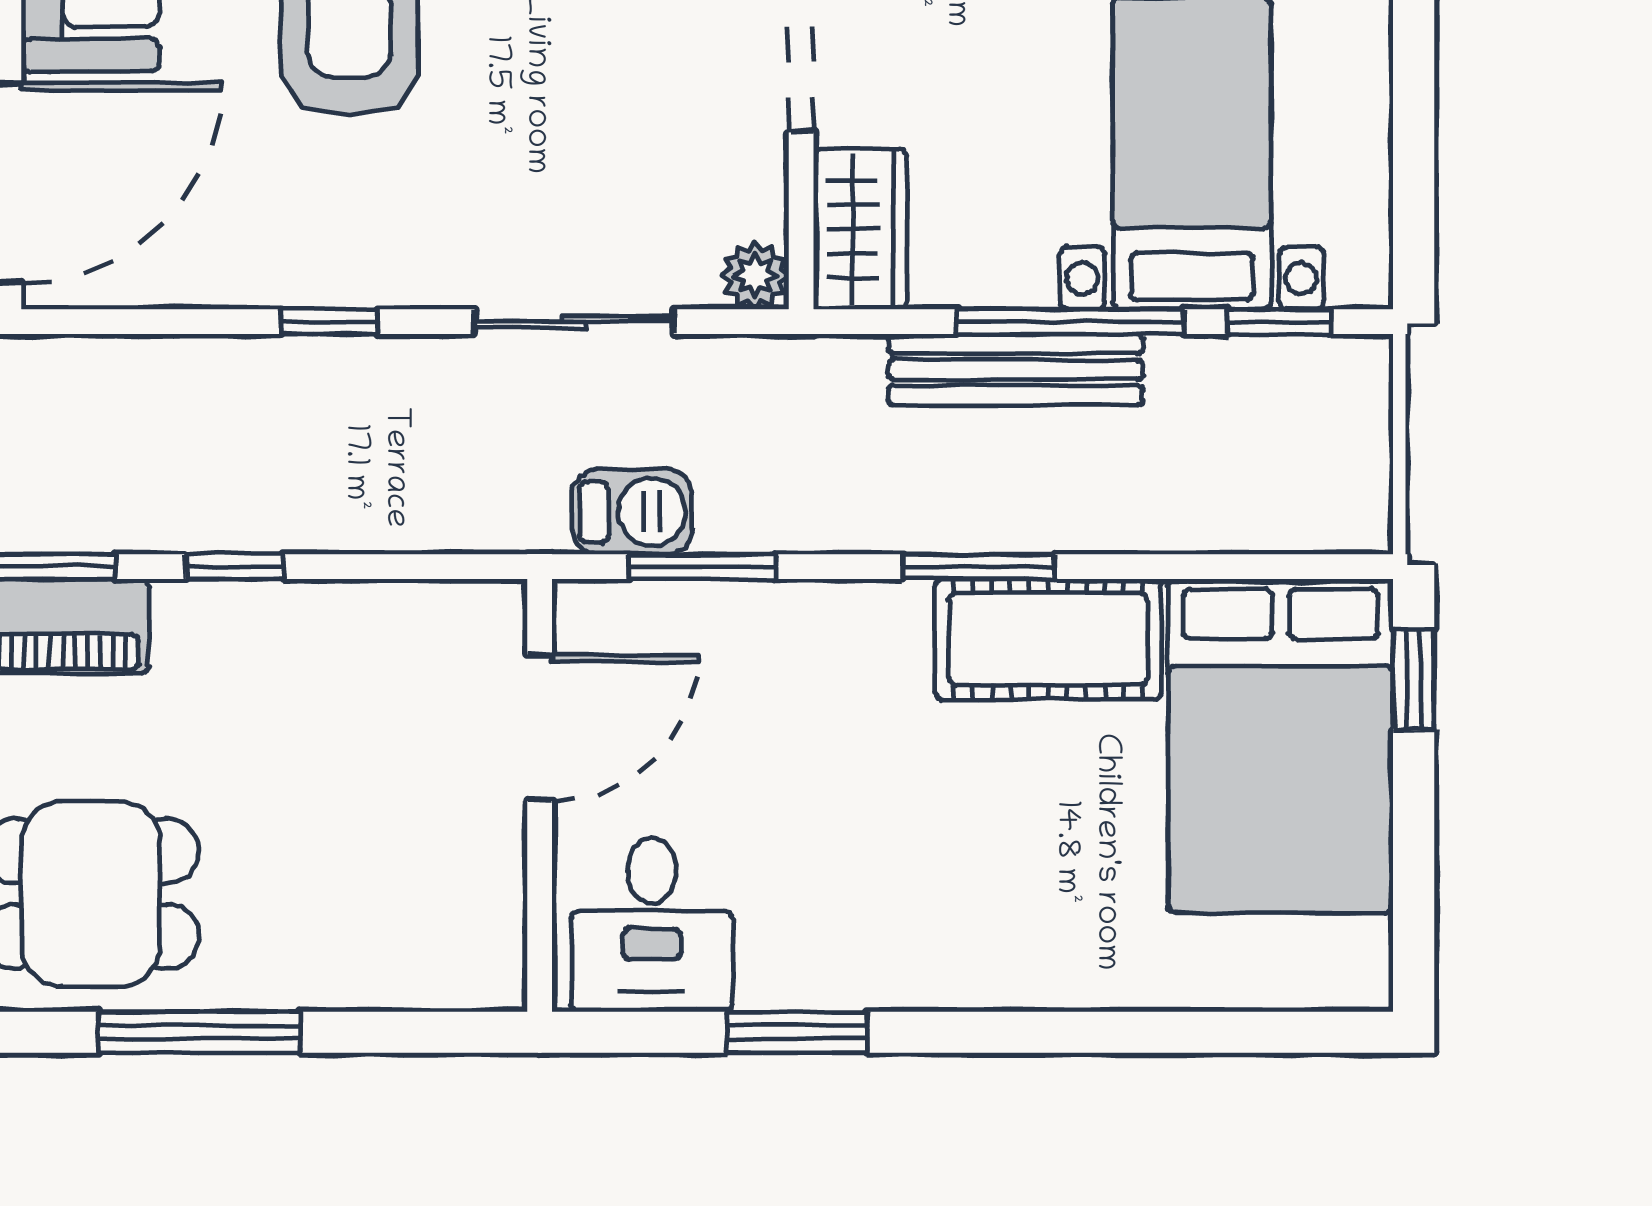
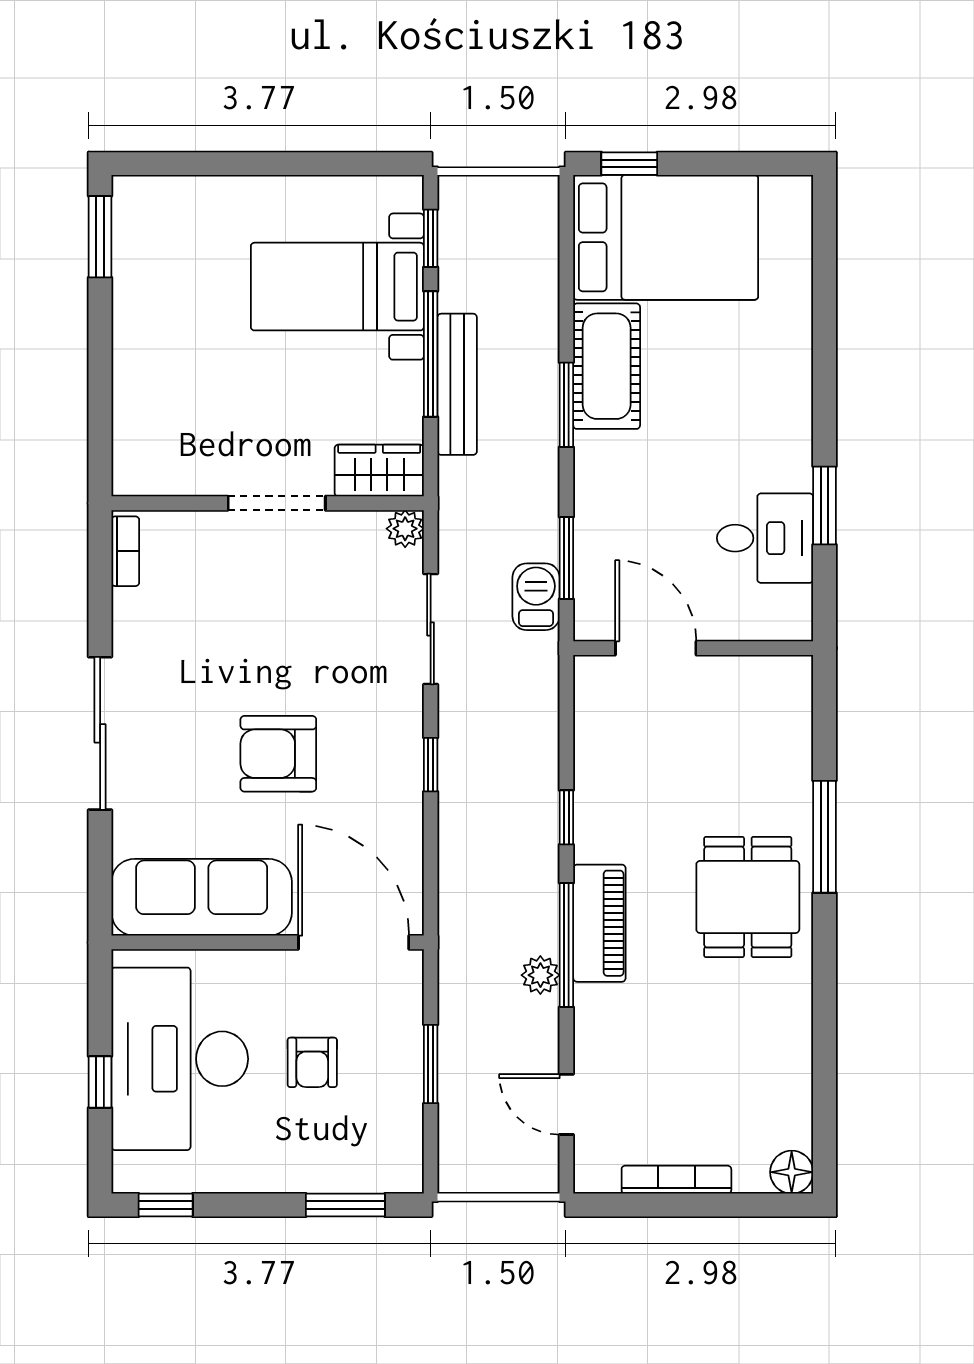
desk: (652, 925) -> (765, 538), moved

